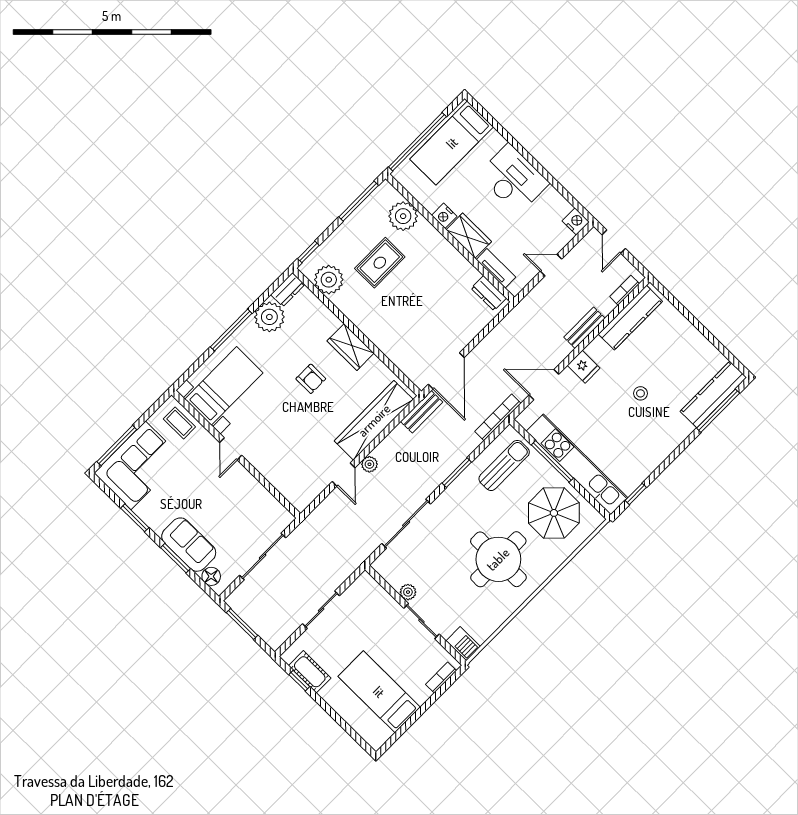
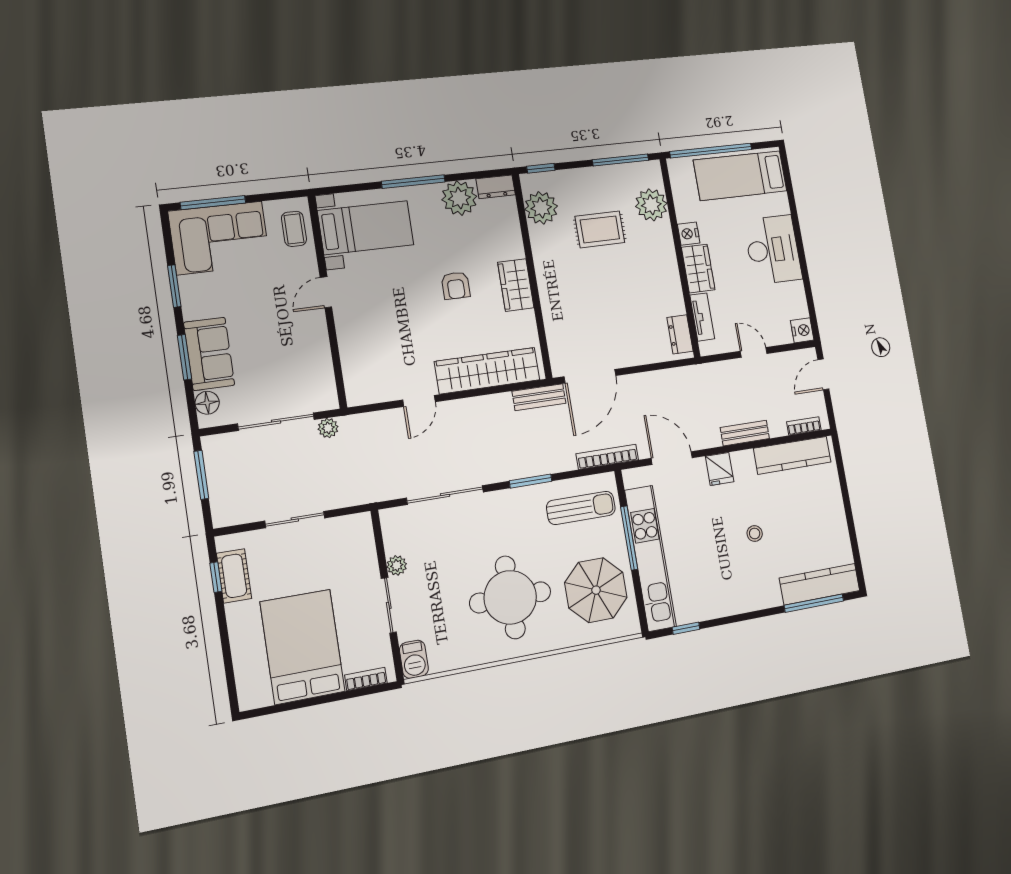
plant: (369, 464) -> (328, 428), moved
bed: (379, 692) -> (303, 647), width x1.50

